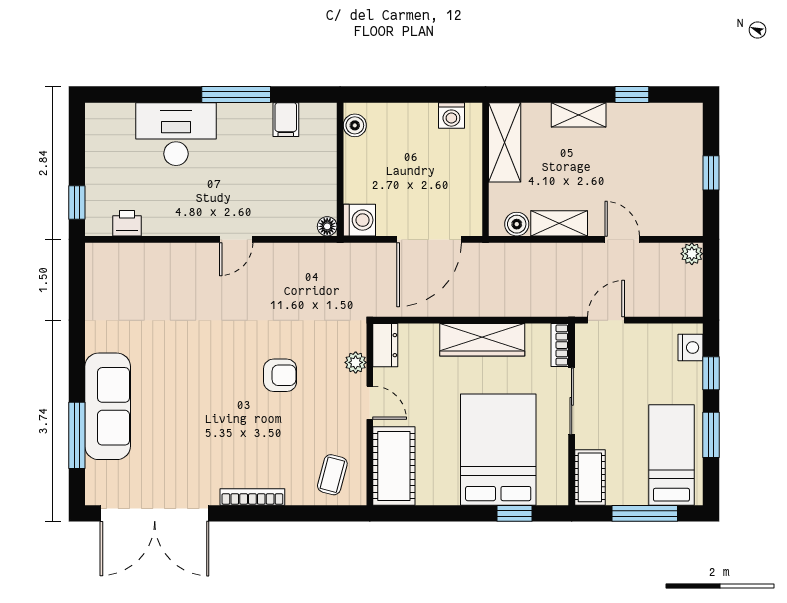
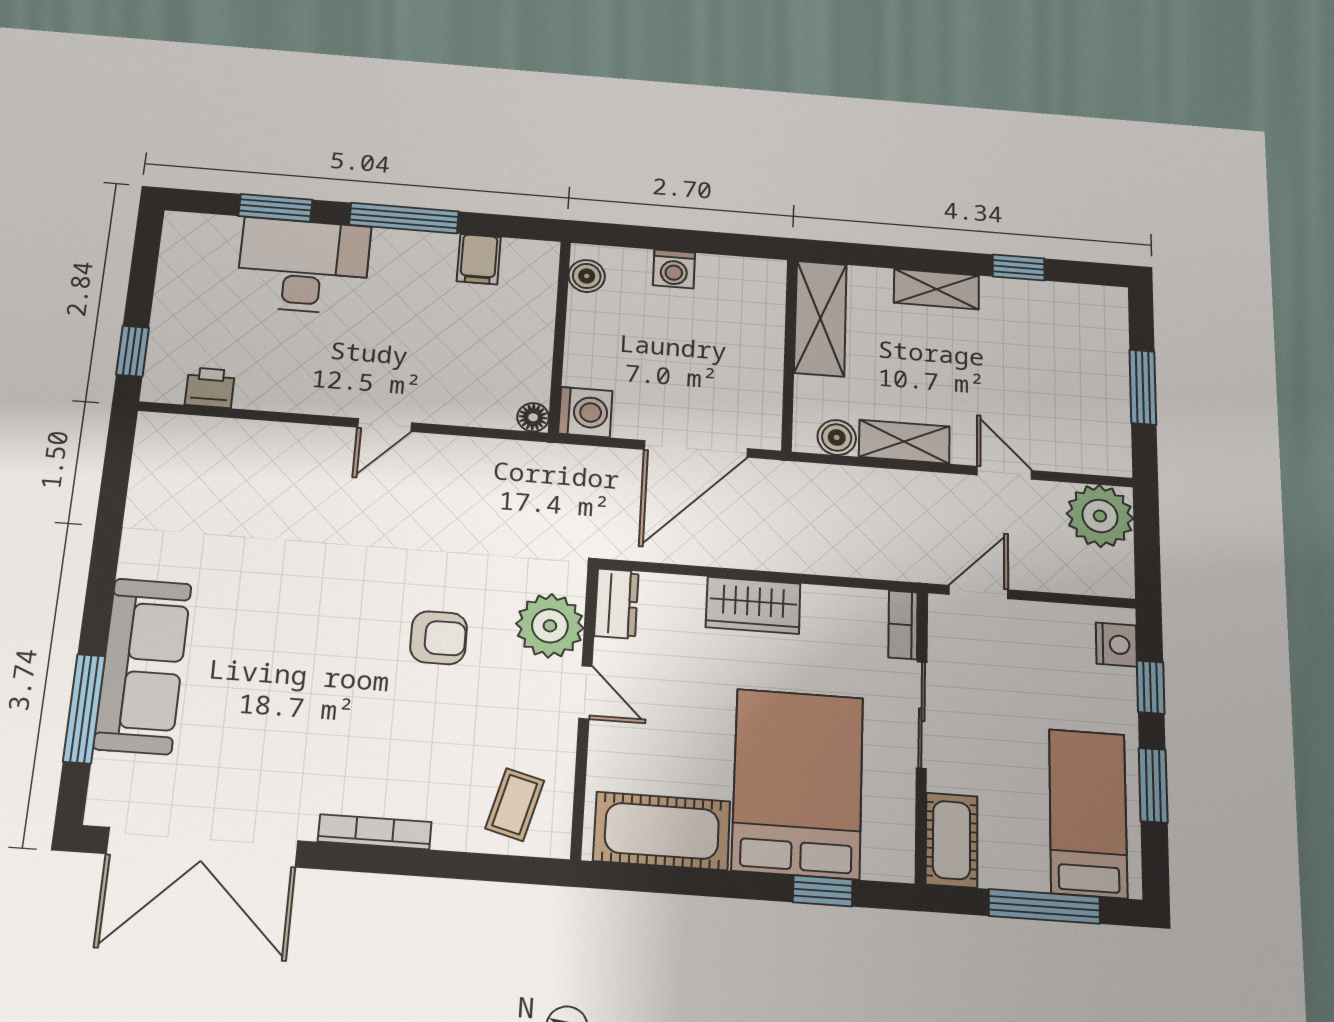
window: (154, 94) -> (275, 208), added
washing machine: (451, 115) -> (674, 269), moved
window: (711, 173) -> (1143, 387), width x1.50
plant: (692, 254) -> (1100, 516), width x1.87, depth x1.87
wardrobe: (482, 340) -> (753, 605), width x0.67
plant: (356, 362) -> (550, 626), width x1.87, depth x1.87
cot: (394, 466) -> (662, 831), moved, turned 90

